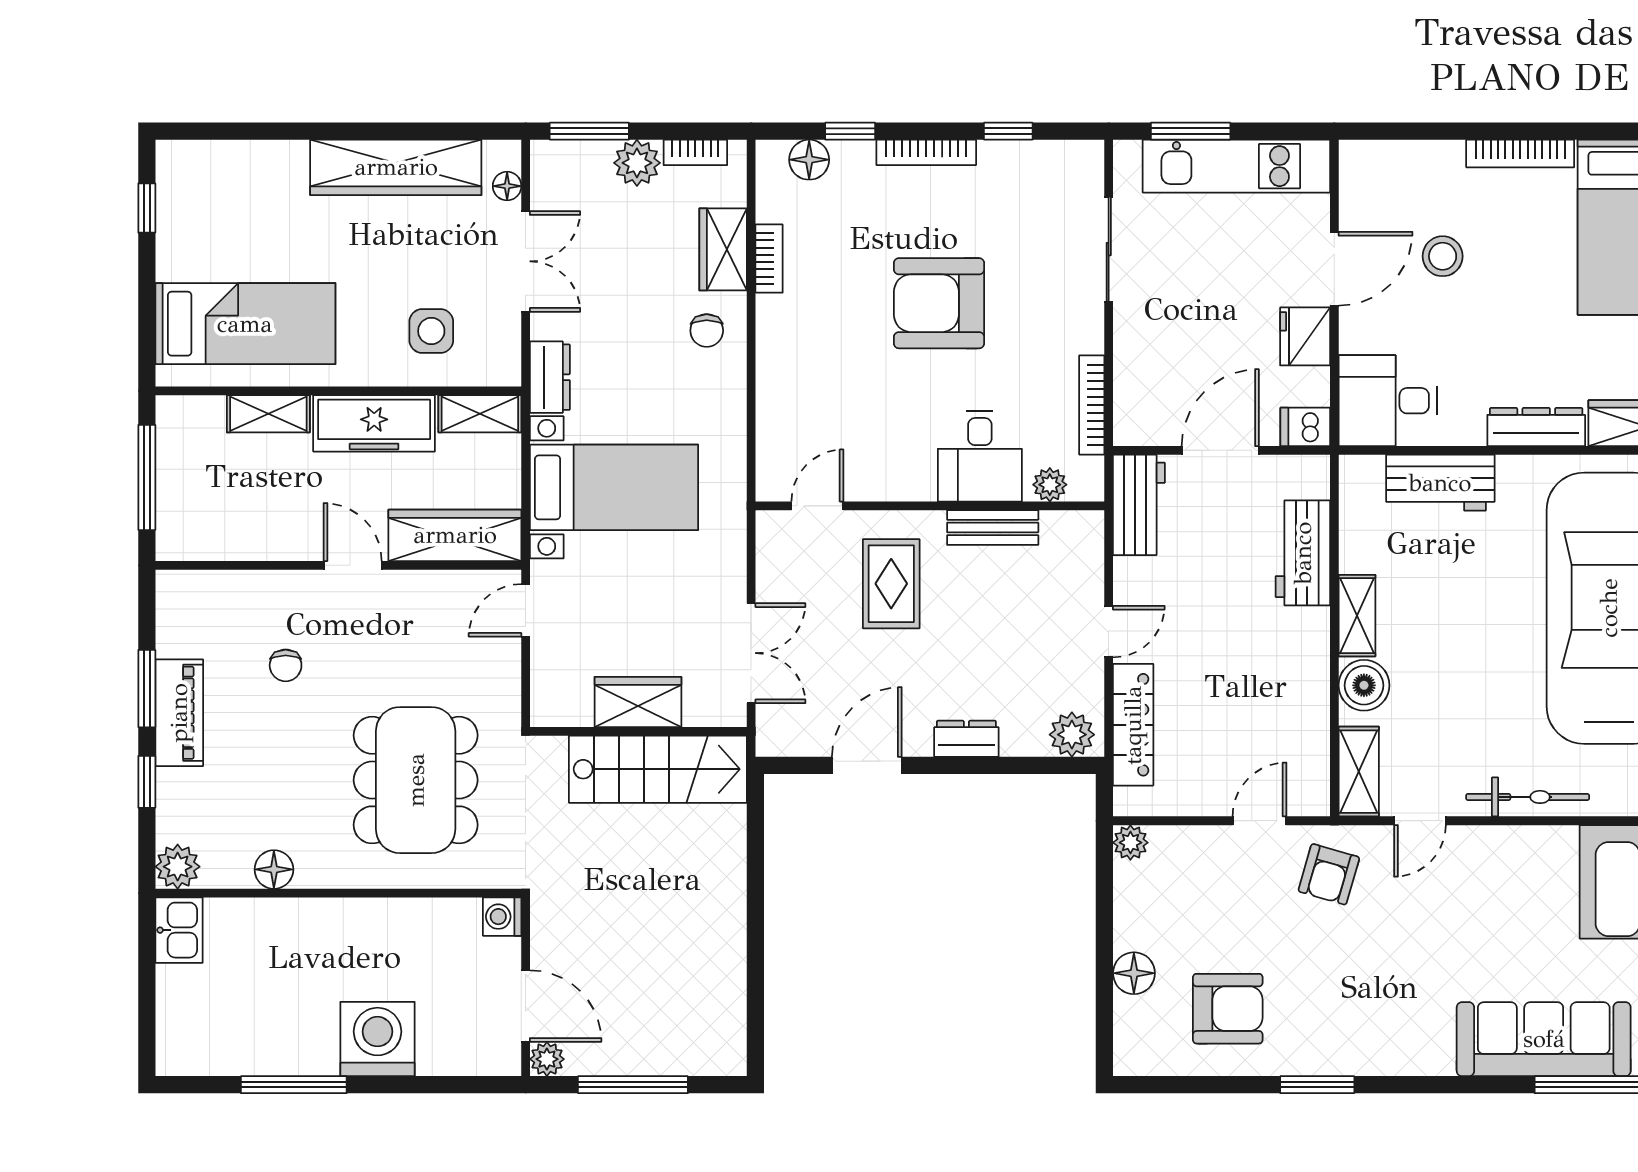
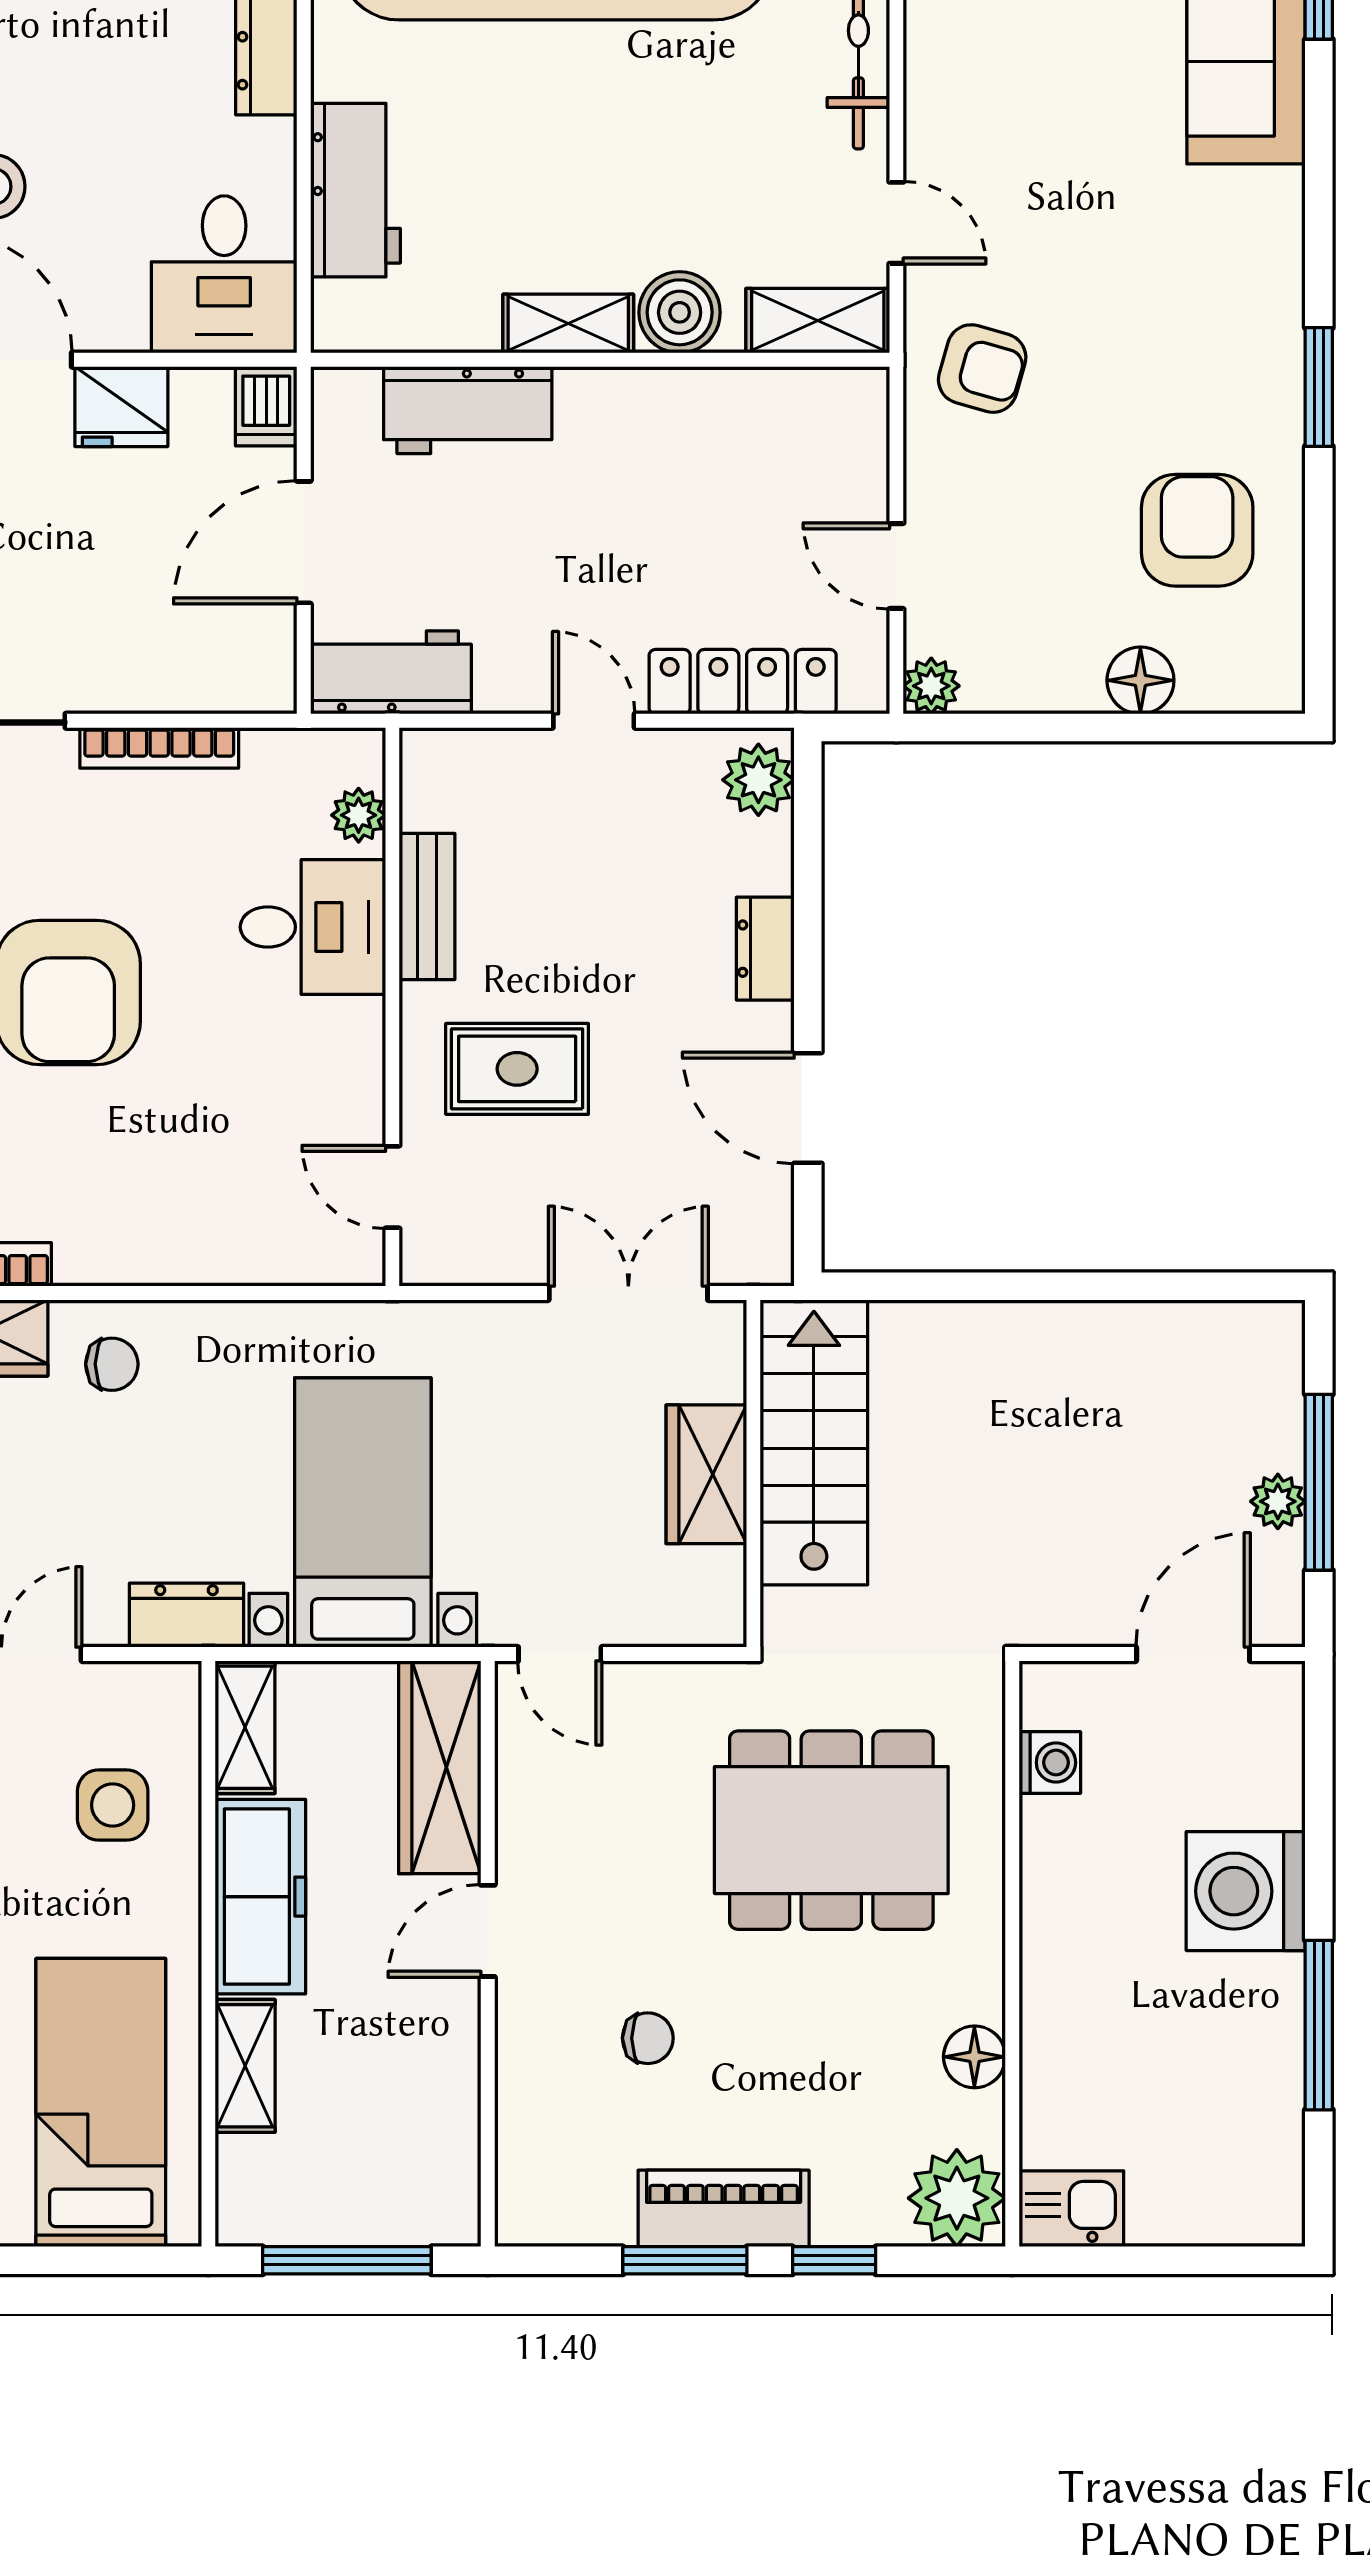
bookcase: (1092, 405) -> (159, 748), moved
door: (1220, 450) -> (304, 542), hinge flipped
door: (1259, 821) -> (896, 566), moved
plant: (178, 867) -> (957, 2198), width x1.36, depth x1.36
washing machine: (502, 917) -> (1050, 1762), moved, turned -90
plant: (547, 1059) -> (1278, 1501), moved

